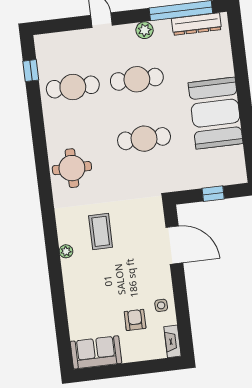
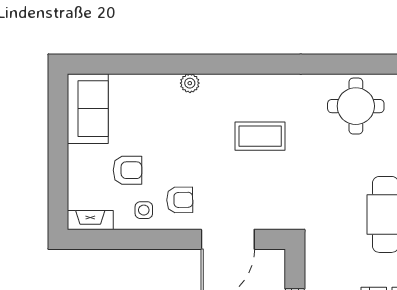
plant: (66, 251) -> (190, 83), moved
armchair: (151, 281) -> (180, 200), added

